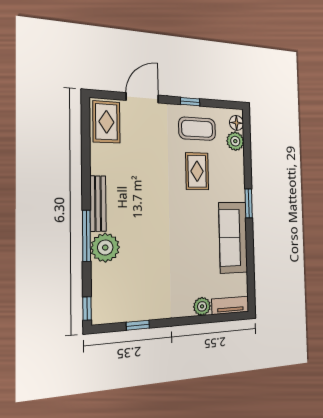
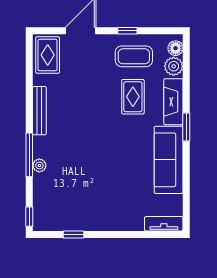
fireplace: (236, 177) -> (173, 102), added
bench: (98, 204) -> (39, 111), moved
plant: (105, 248) -> (39, 165), width x0.53, depth x0.53
plant: (202, 306) -> (135, 223), removed

